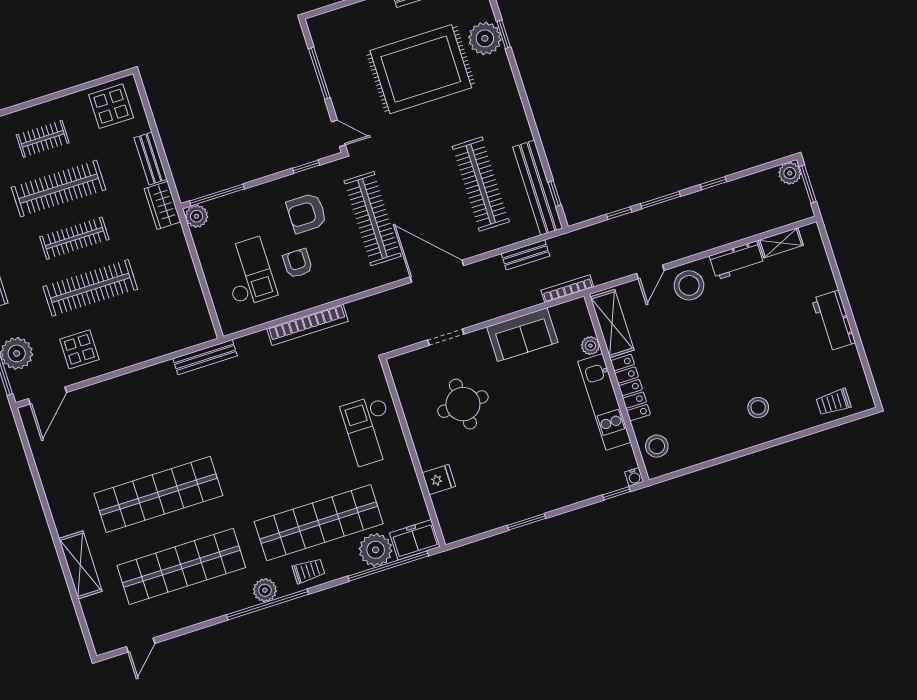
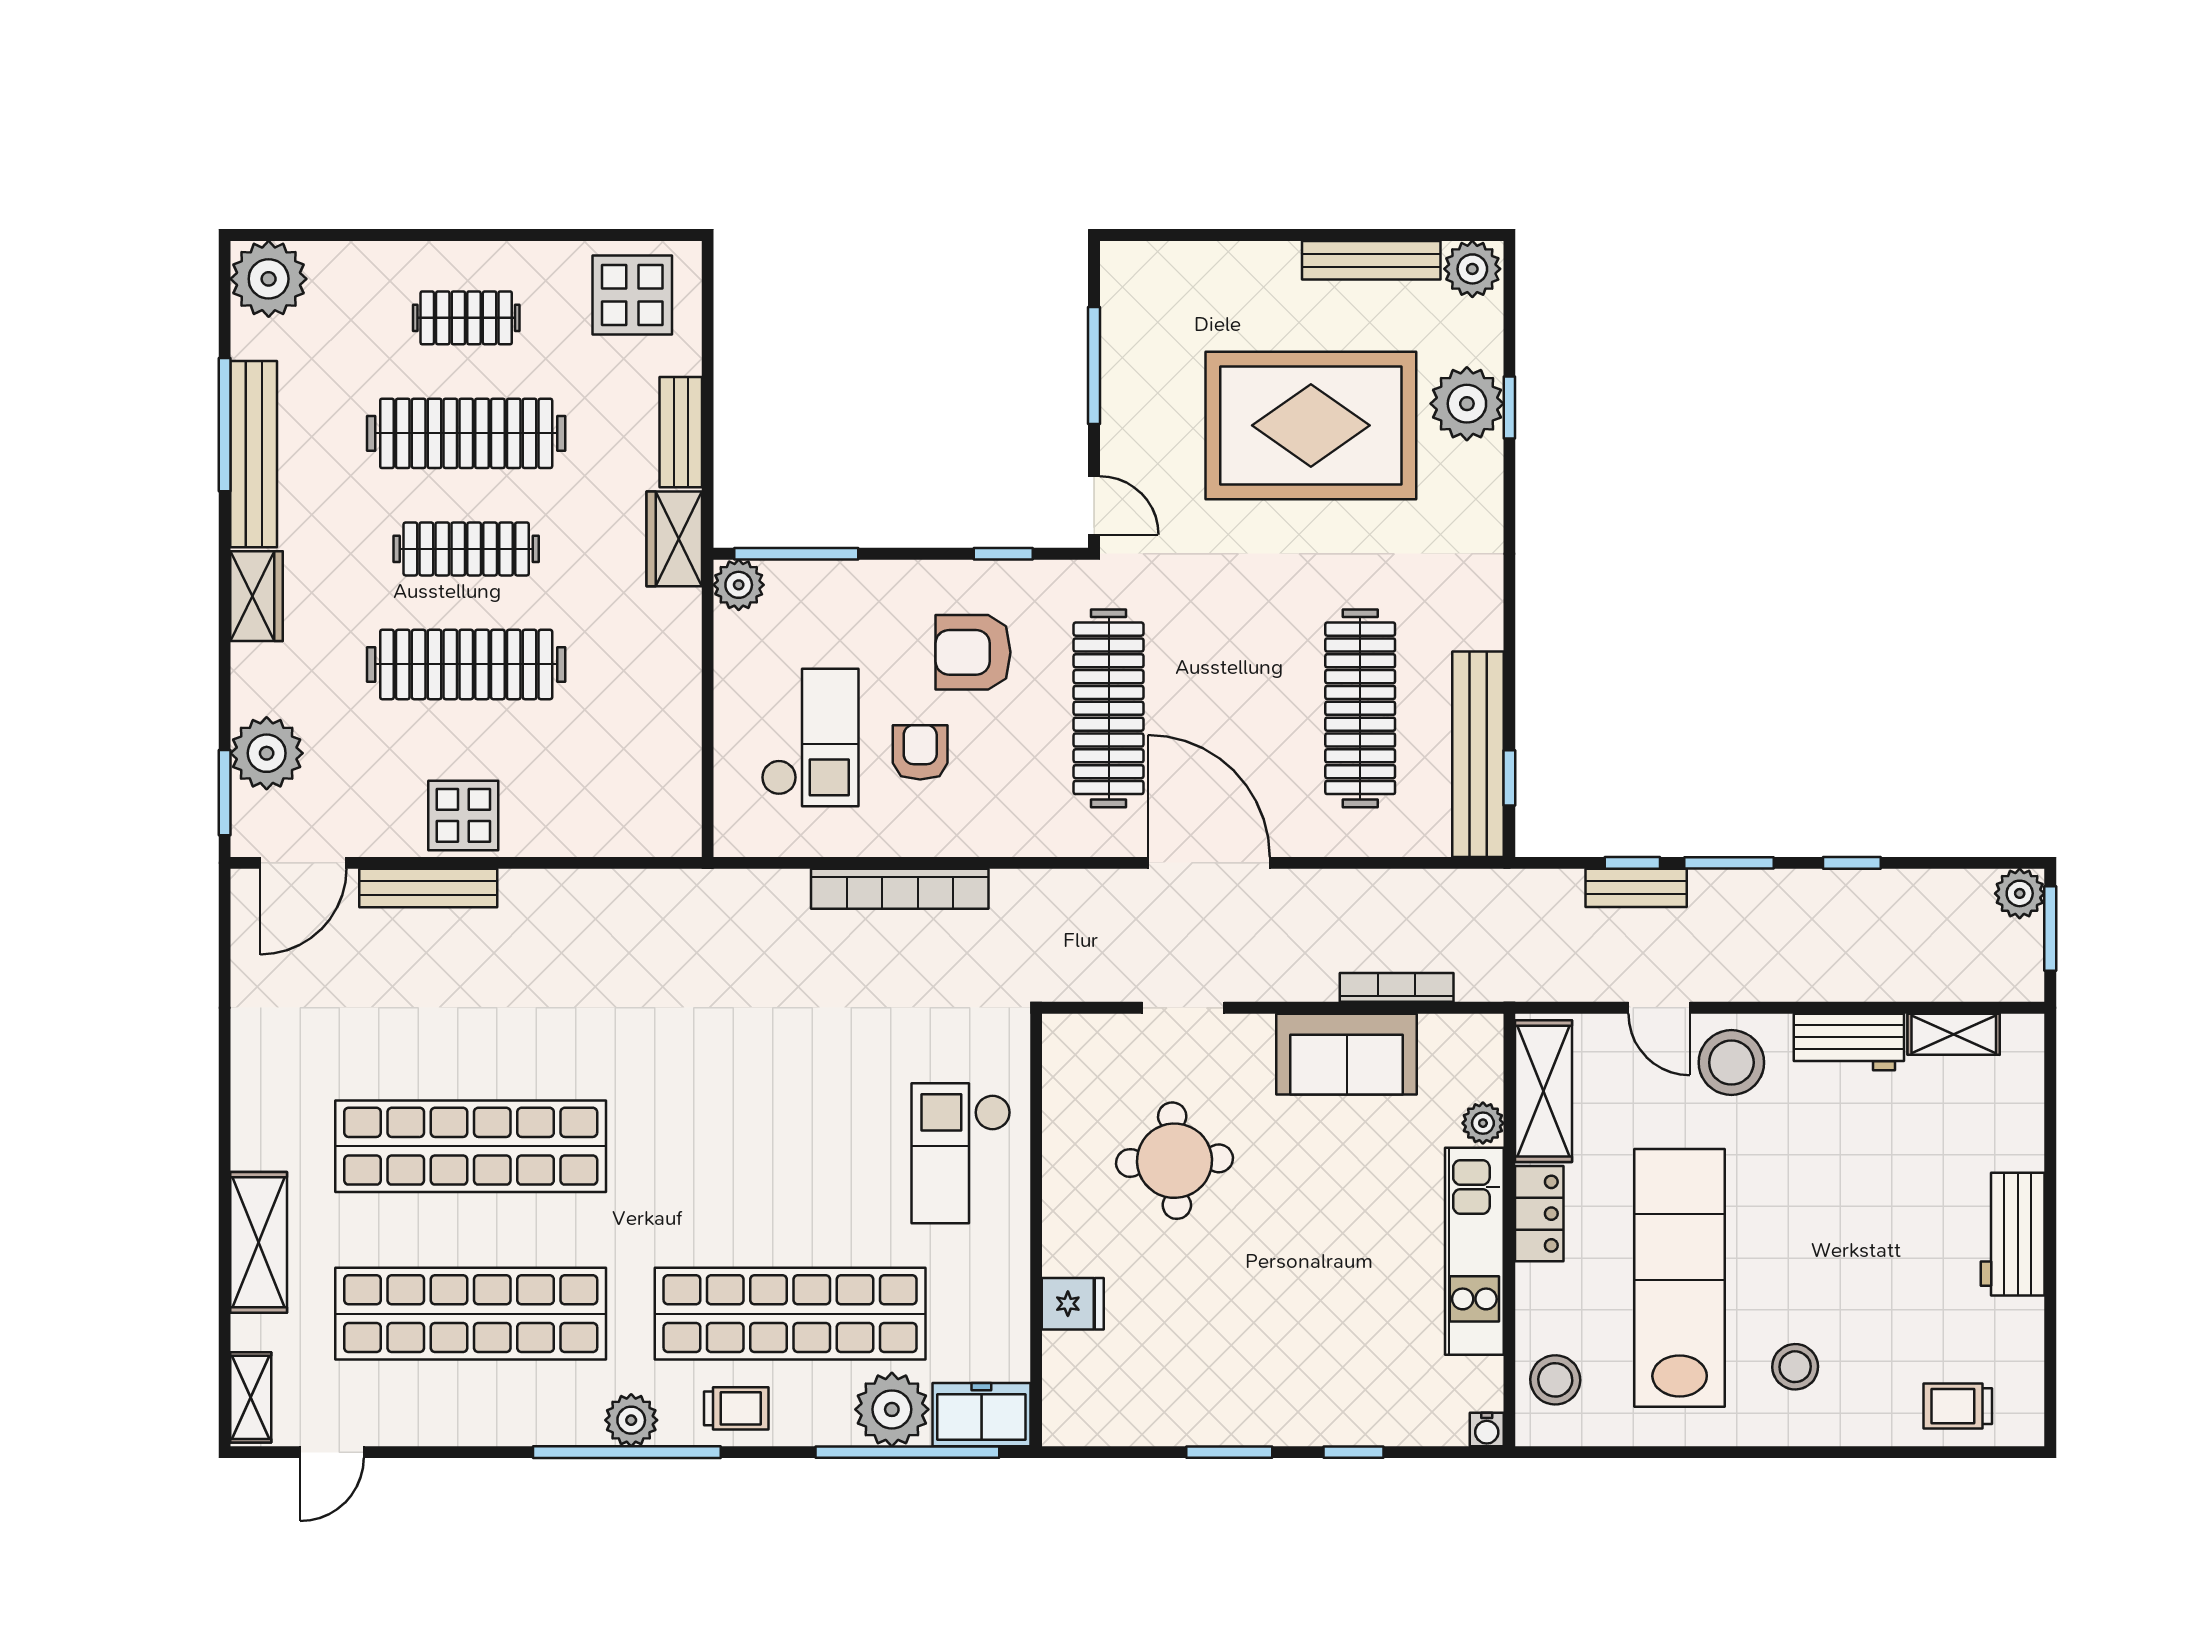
bench: (526, 255) -> (1636, 888), moved
door: (650, 272) -> (1659, 1008), hinge flipped
bookcase: (567, 289) -> (1397, 987), moved
display table: (79, 349) -> (463, 815), moved
bench: (205, 357) -> (428, 888), moved
lab bench: (696, 385) -> (1680, 1278), added
locker: (631, 388) -> (1539, 1214), width x0.66
window: (616, 493) -> (1354, 1452), moved
shelving: (98, 633) -> (251, 1397), added

